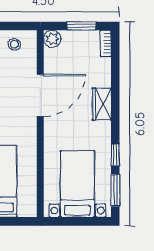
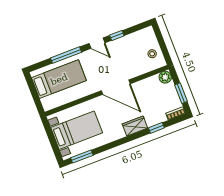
door: (40, 95) -> (116, 87), moved
window: (115, 155) -> (156, 128), moved

